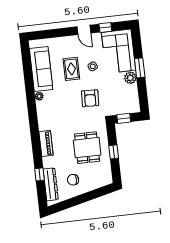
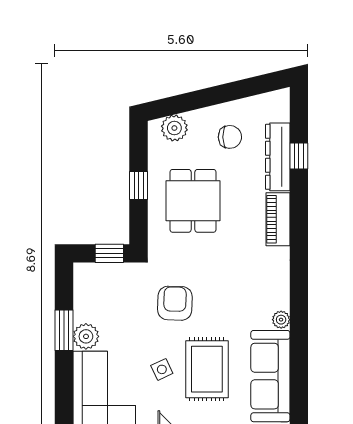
window: (140, 68) -> (64, 330), moved
rug: (71, 69) -> (207, 369), width x1.36, depth x1.43
plant: (100, 181) -> (174, 128), added
dresser: (51, 184) -> (278, 157), moved

